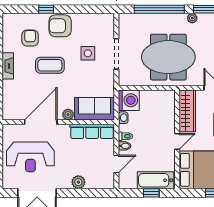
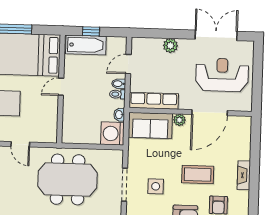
wardrobe: (187, 111) -> (49, 120), removed

